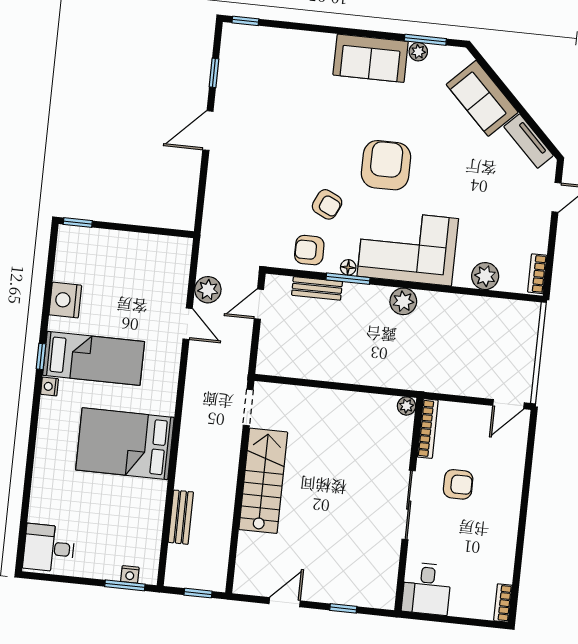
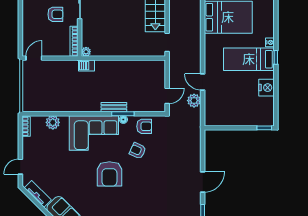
bench: (317, 288) -> (114, 107), moved
plant: (403, 301) -> (93, 105), removed
barbecue: (408, 379) -> (87, 66), added
armchair: (458, 484) -> (55, 14), turned 180

